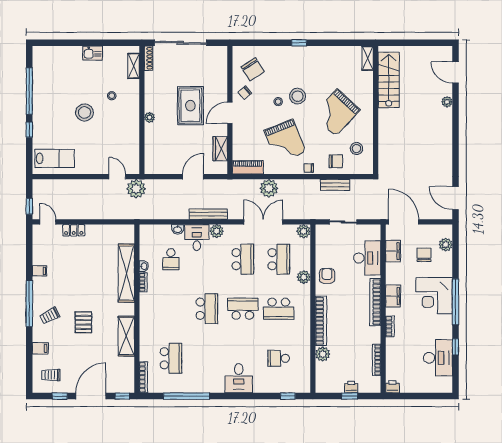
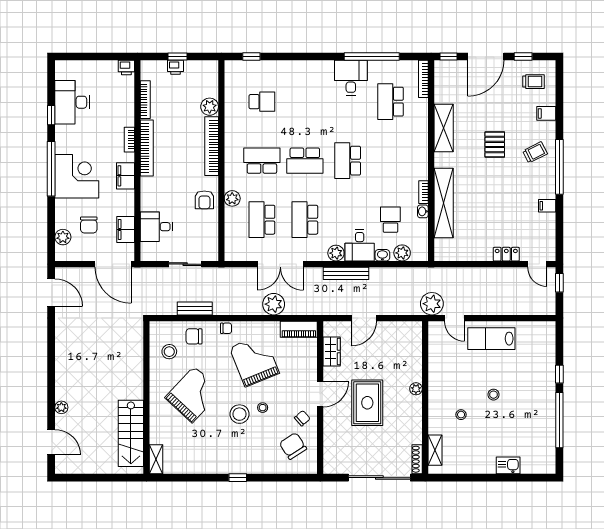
kitchen sink: (93, 53) -> (508, 465), moved
stool: (84, 112) -> (494, 395), width x0.53, depth x0.53
lab bench: (55, 158) -> (491, 339), moved
plant: (303, 231) -> (402, 253), moved
desk: (367, 258) -> (156, 227), width x0.73
bookcase: (375, 302) -> (147, 148), moved
desk: (239, 378) -> (351, 78), moved

